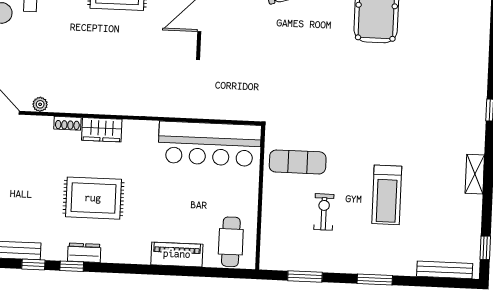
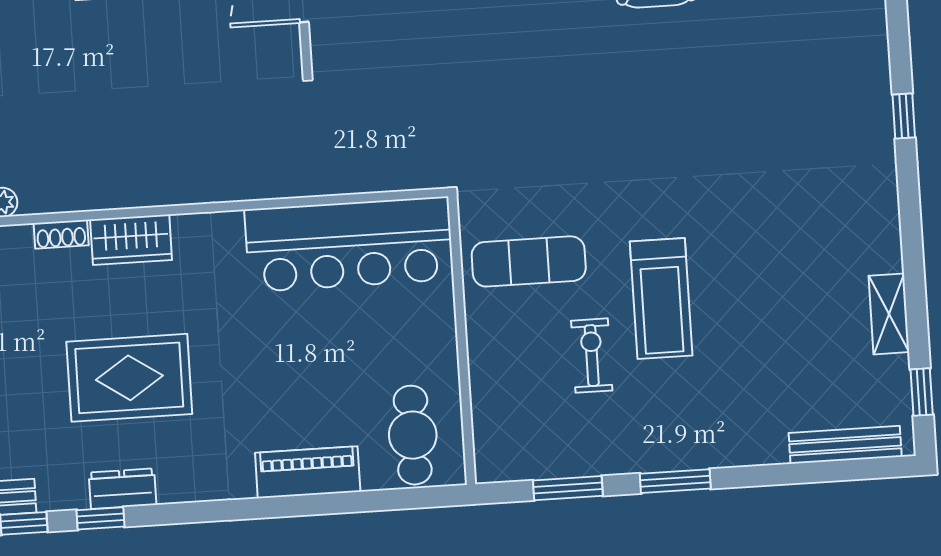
shelving: (475, 174) -> (889, 314), moved
treadmill: (387, 195) -> (661, 299), moved
window: (375, 279) -> (675, 481), moved

